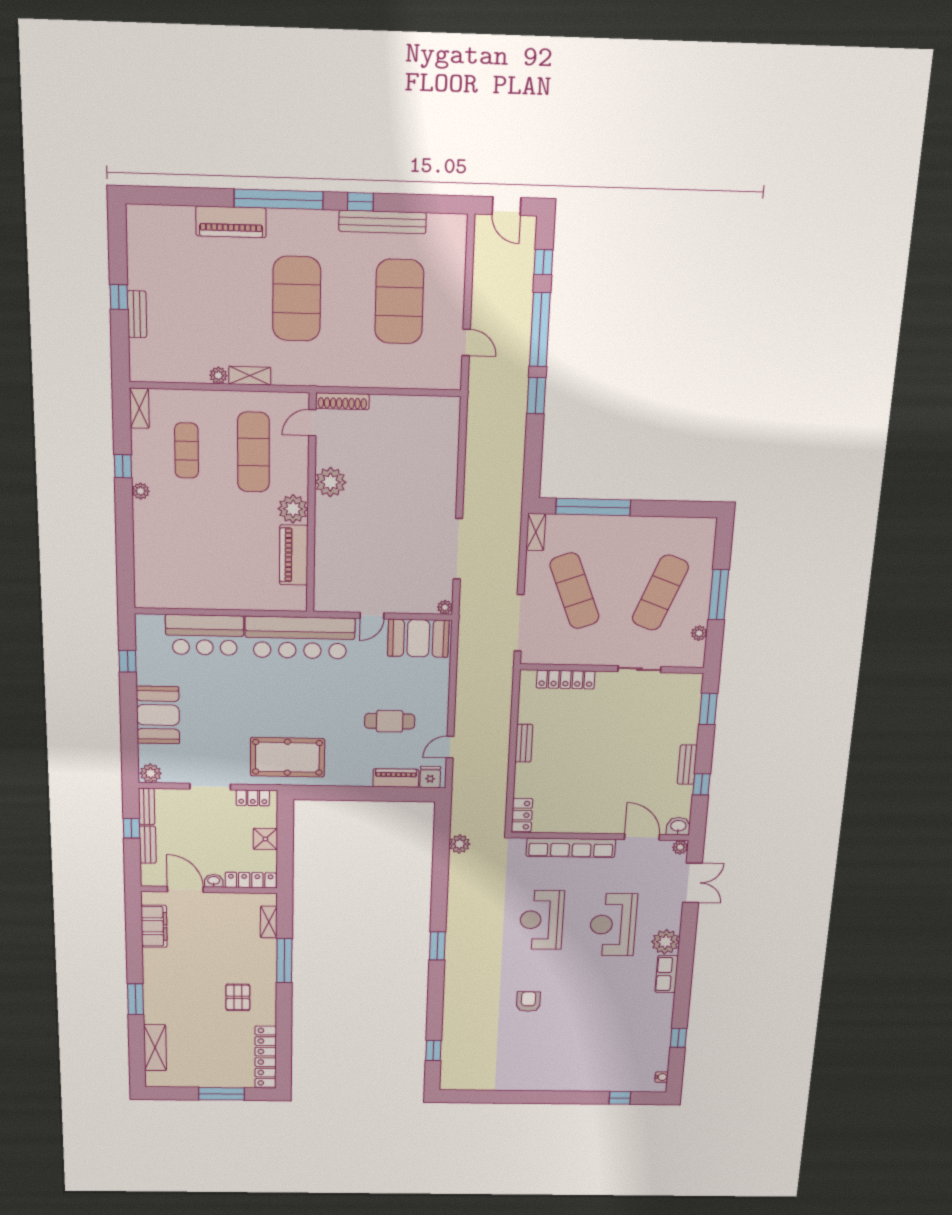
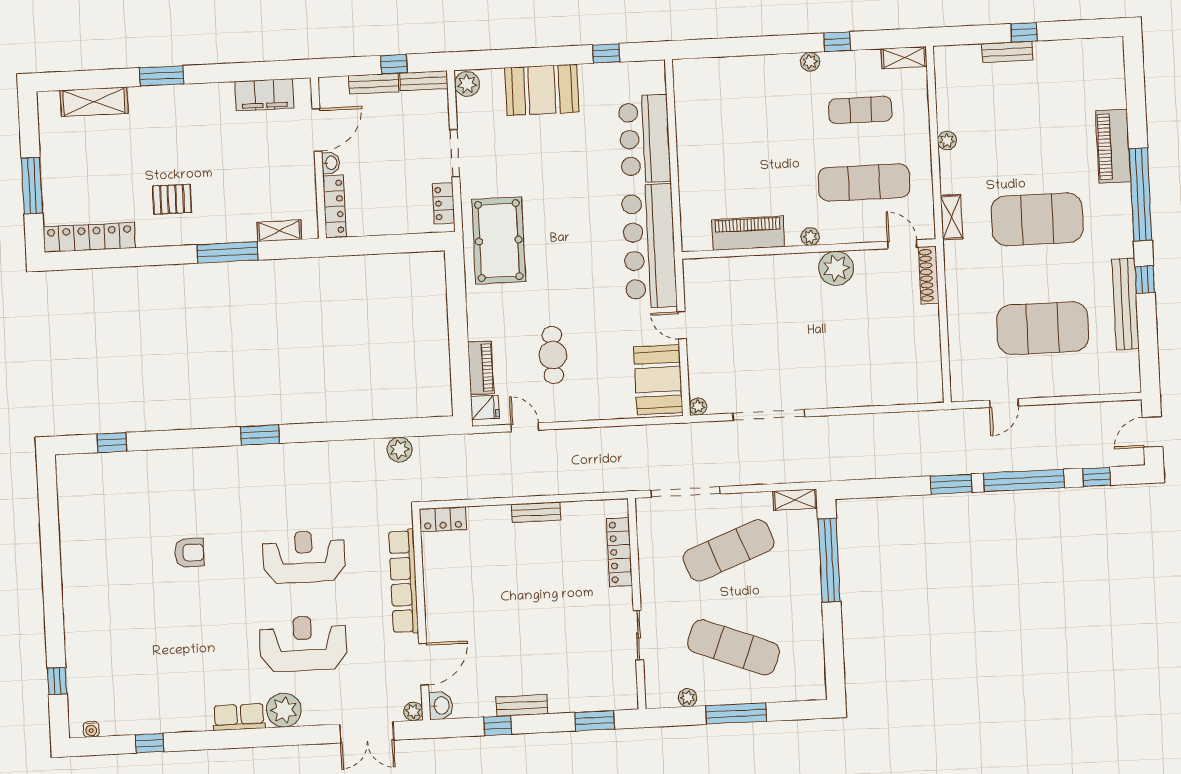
shelving: (250, 376) -> (952, 217), moved
plant: (293, 509) -> (810, 237), width x0.53, depth x0.53
shower: (265, 839) -> (391, 221), removed

